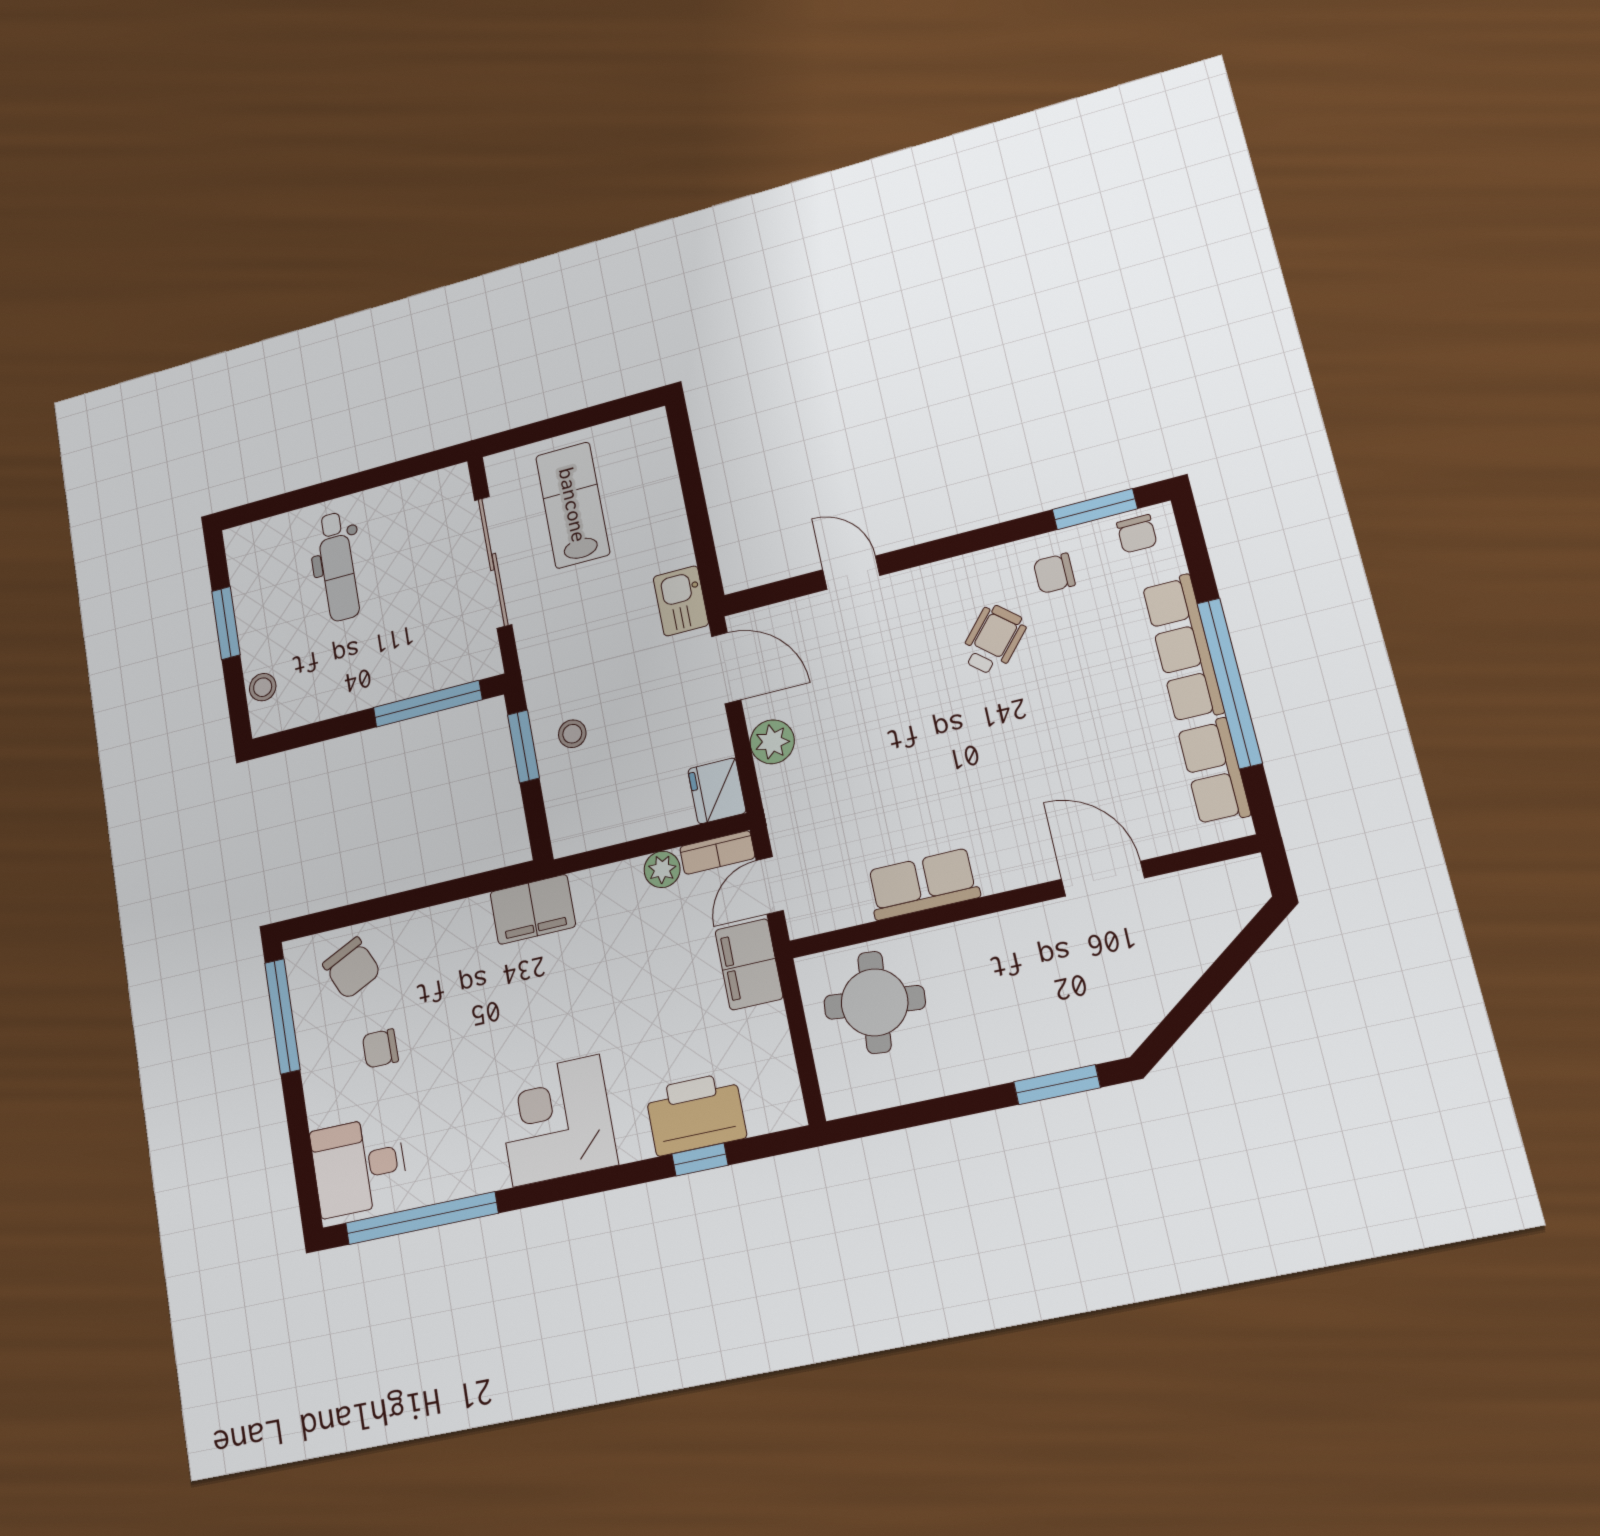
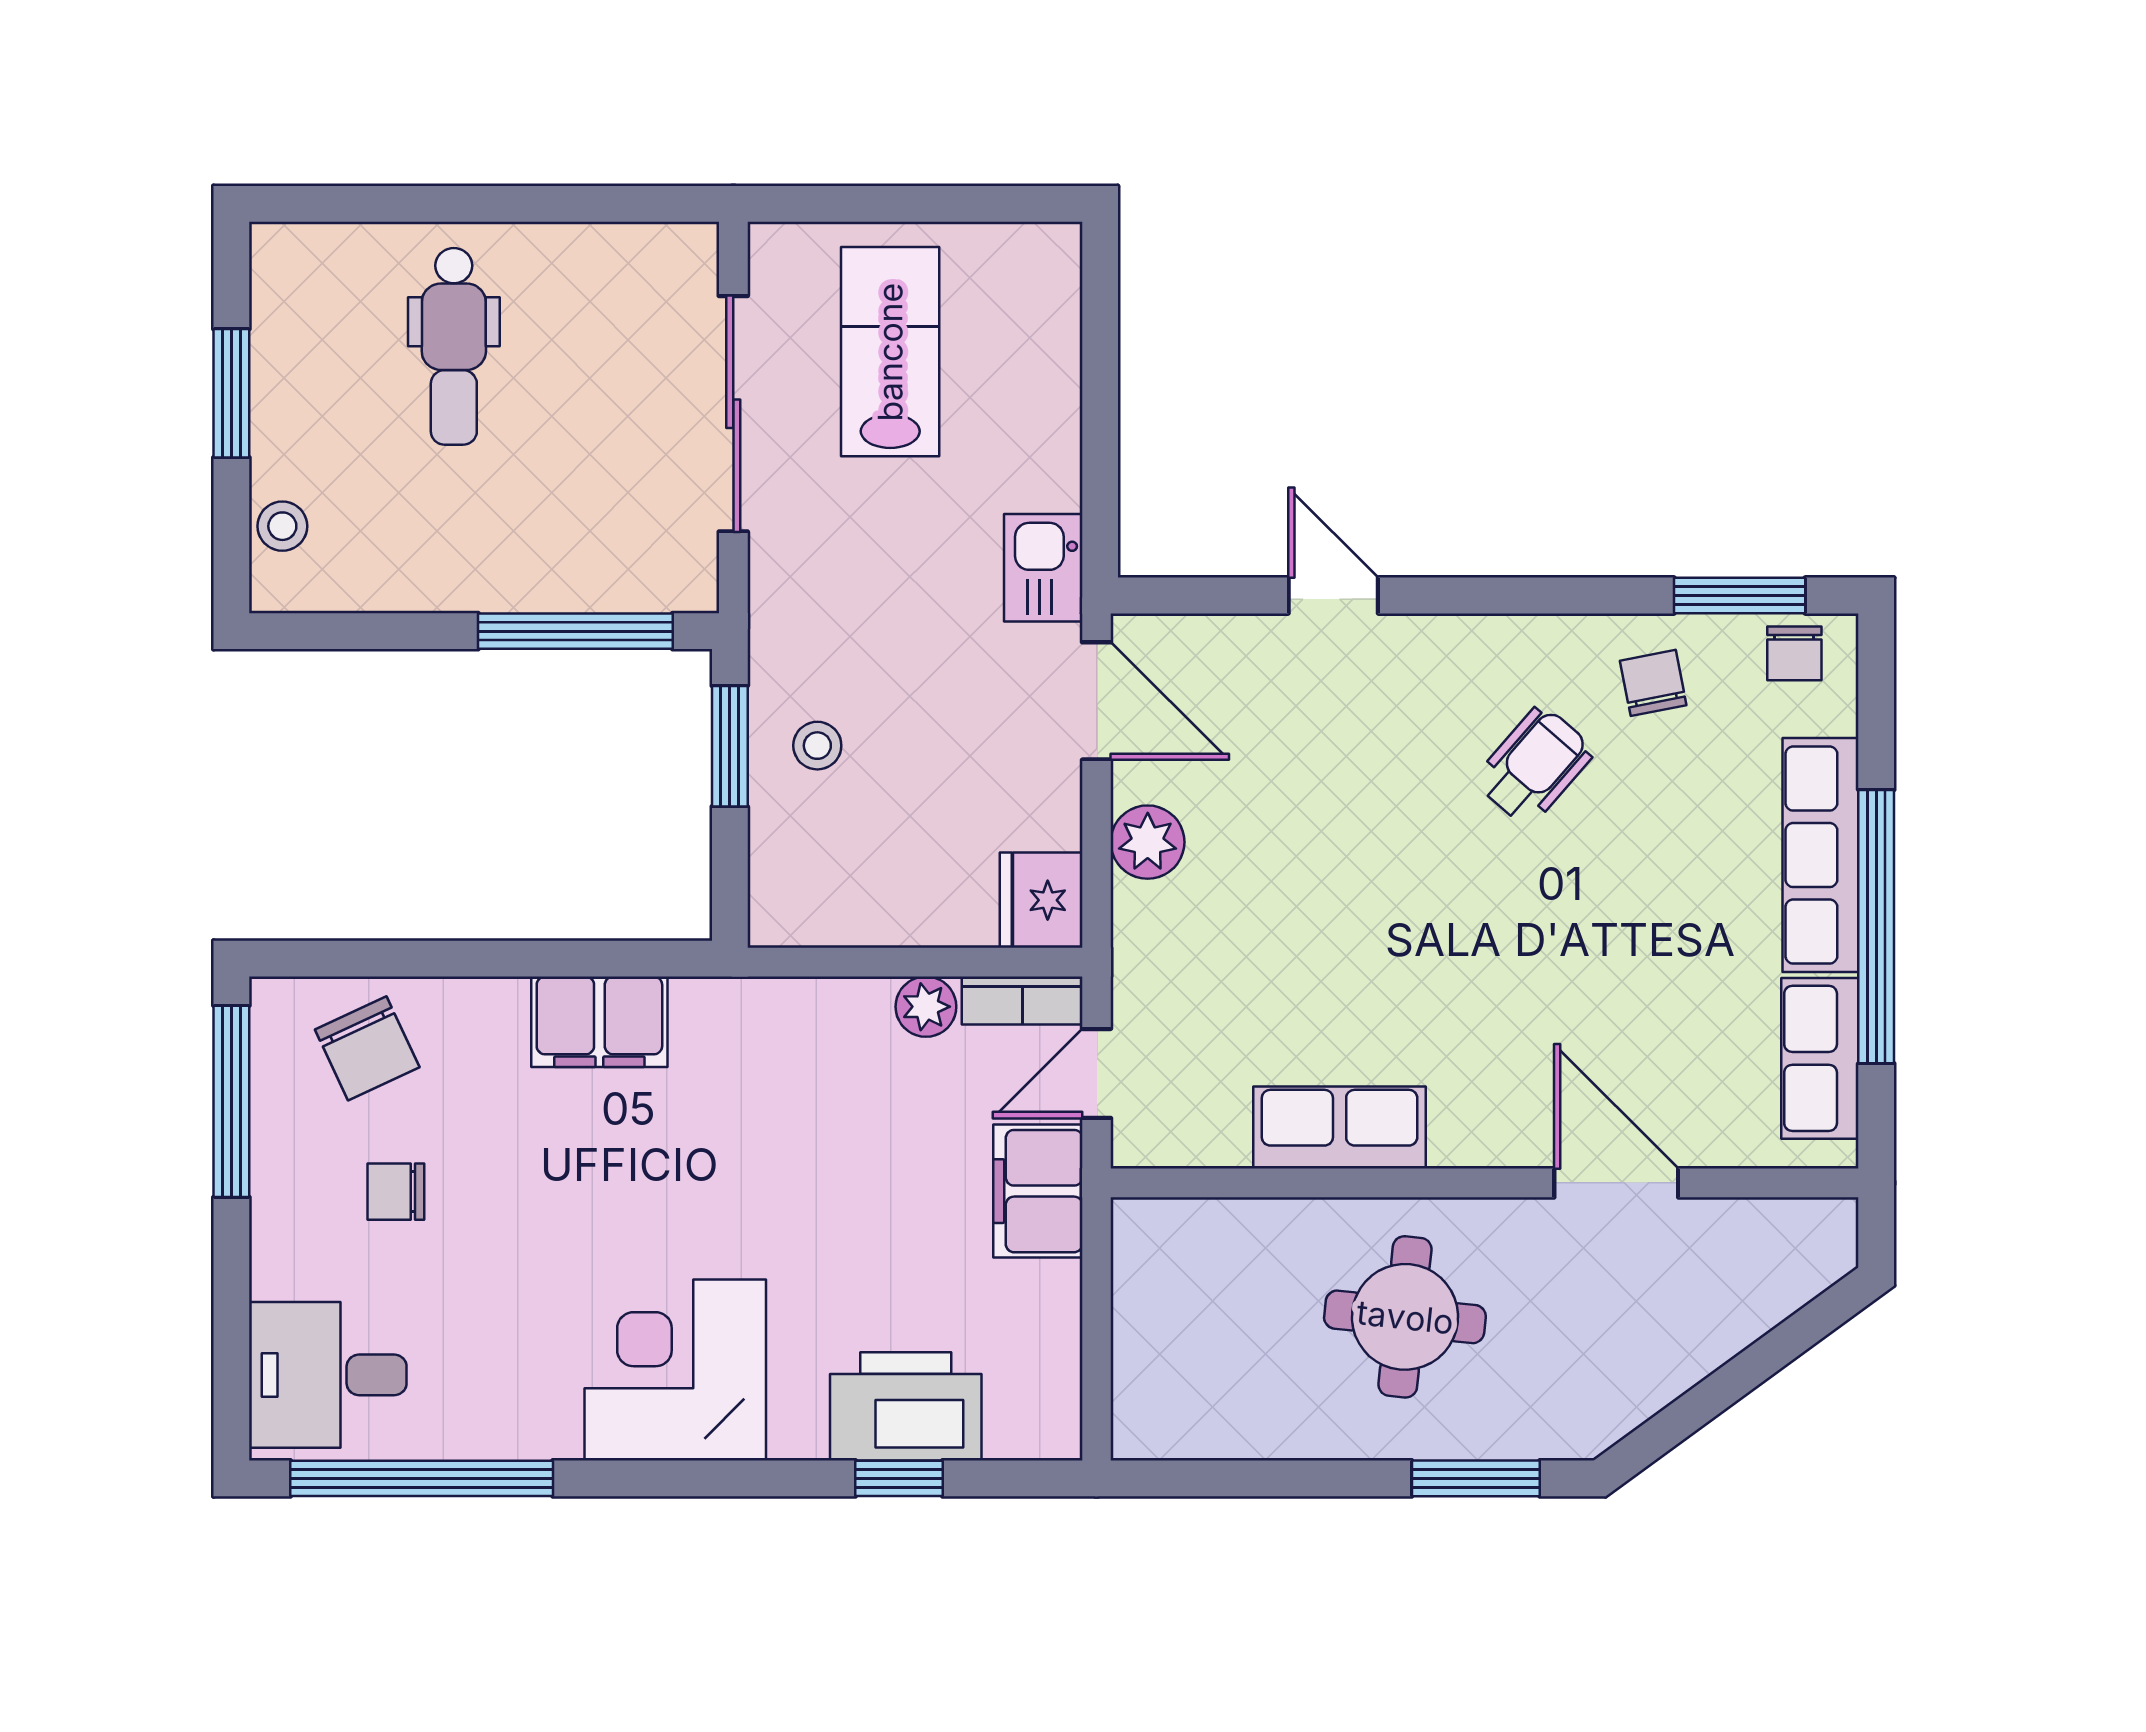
chair: (1054, 573) -> (1653, 683), turned 79
filing cabinet: (533, 909) -> (599, 1022), moved
round table: (875, 1002) -> (1405, 1317), moved

